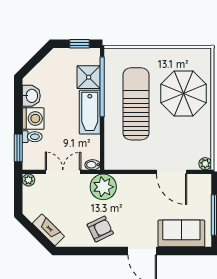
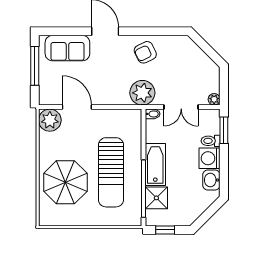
plant: (205, 164) -> (50, 120), width x1.88, depth x1.88
fireplace: (48, 230) -> (195, 52), removed

